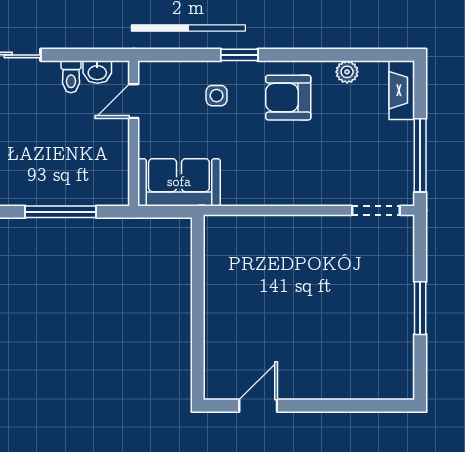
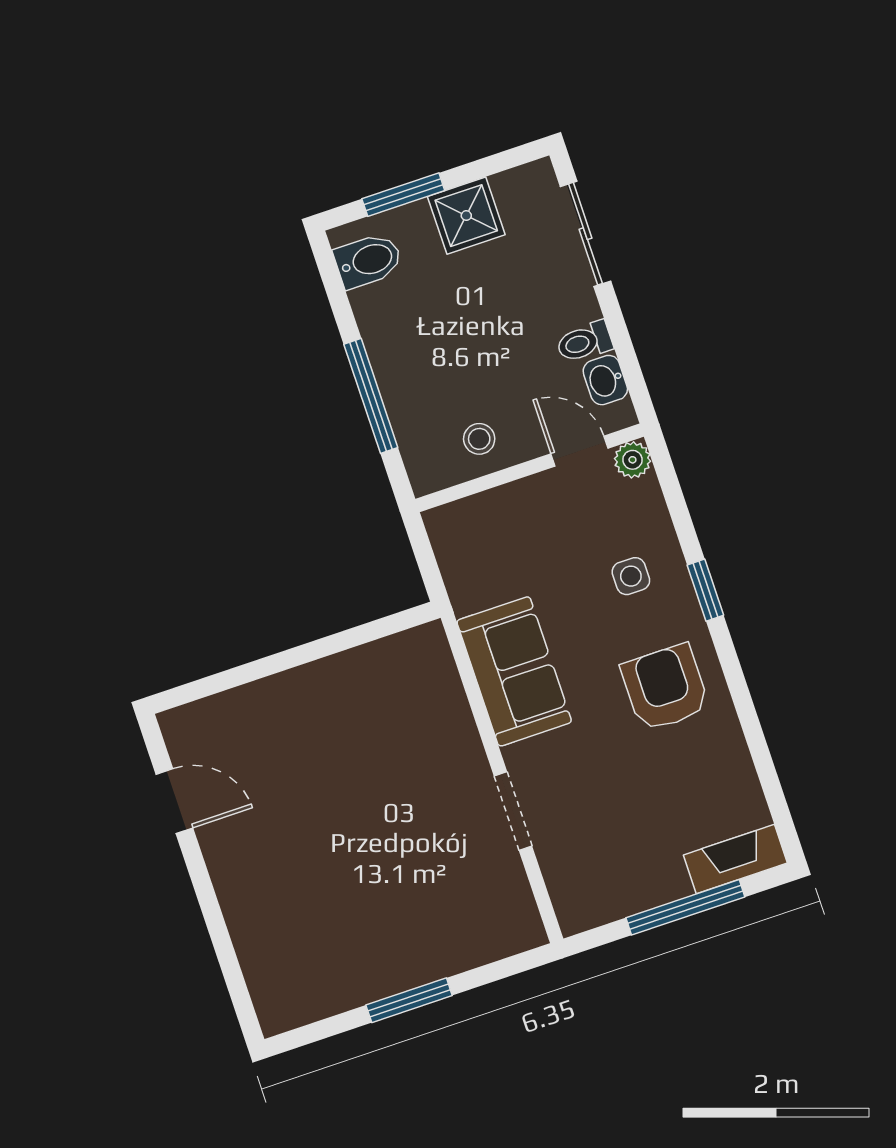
plant: (347, 72) -> (632, 460), moved
window: (420, 155) -> (685, 907), moved
stool: (107, 157) -> (479, 439), added
sofa: (179, 182) -> (514, 671), moved
doorway: (376, 210) -> (513, 811), moved

